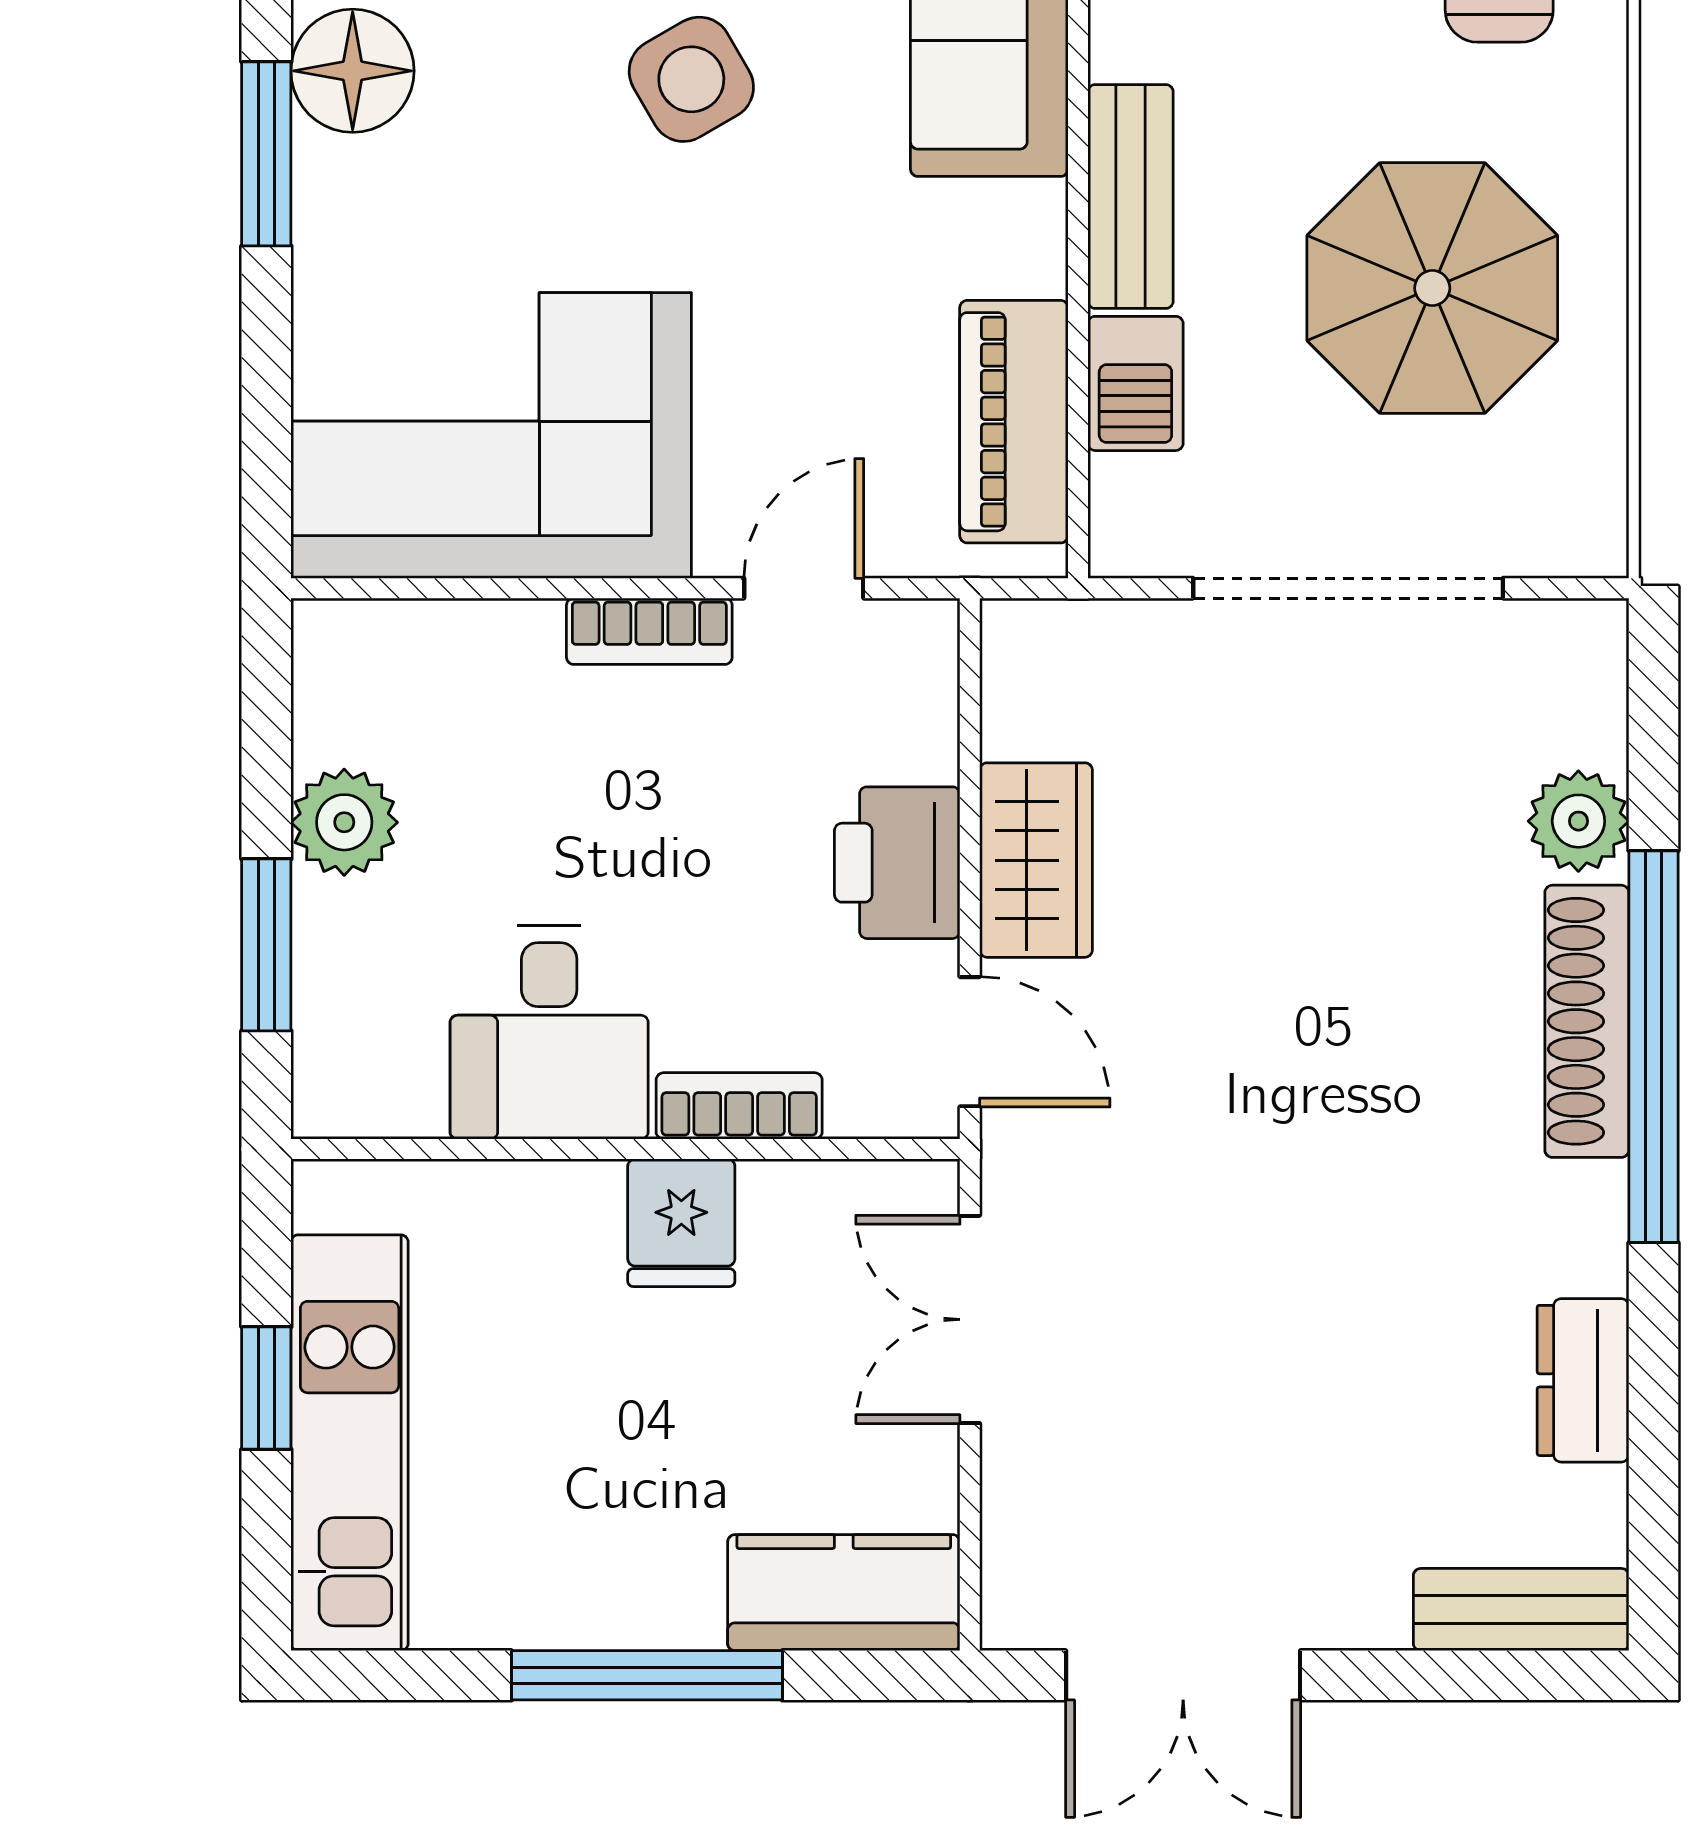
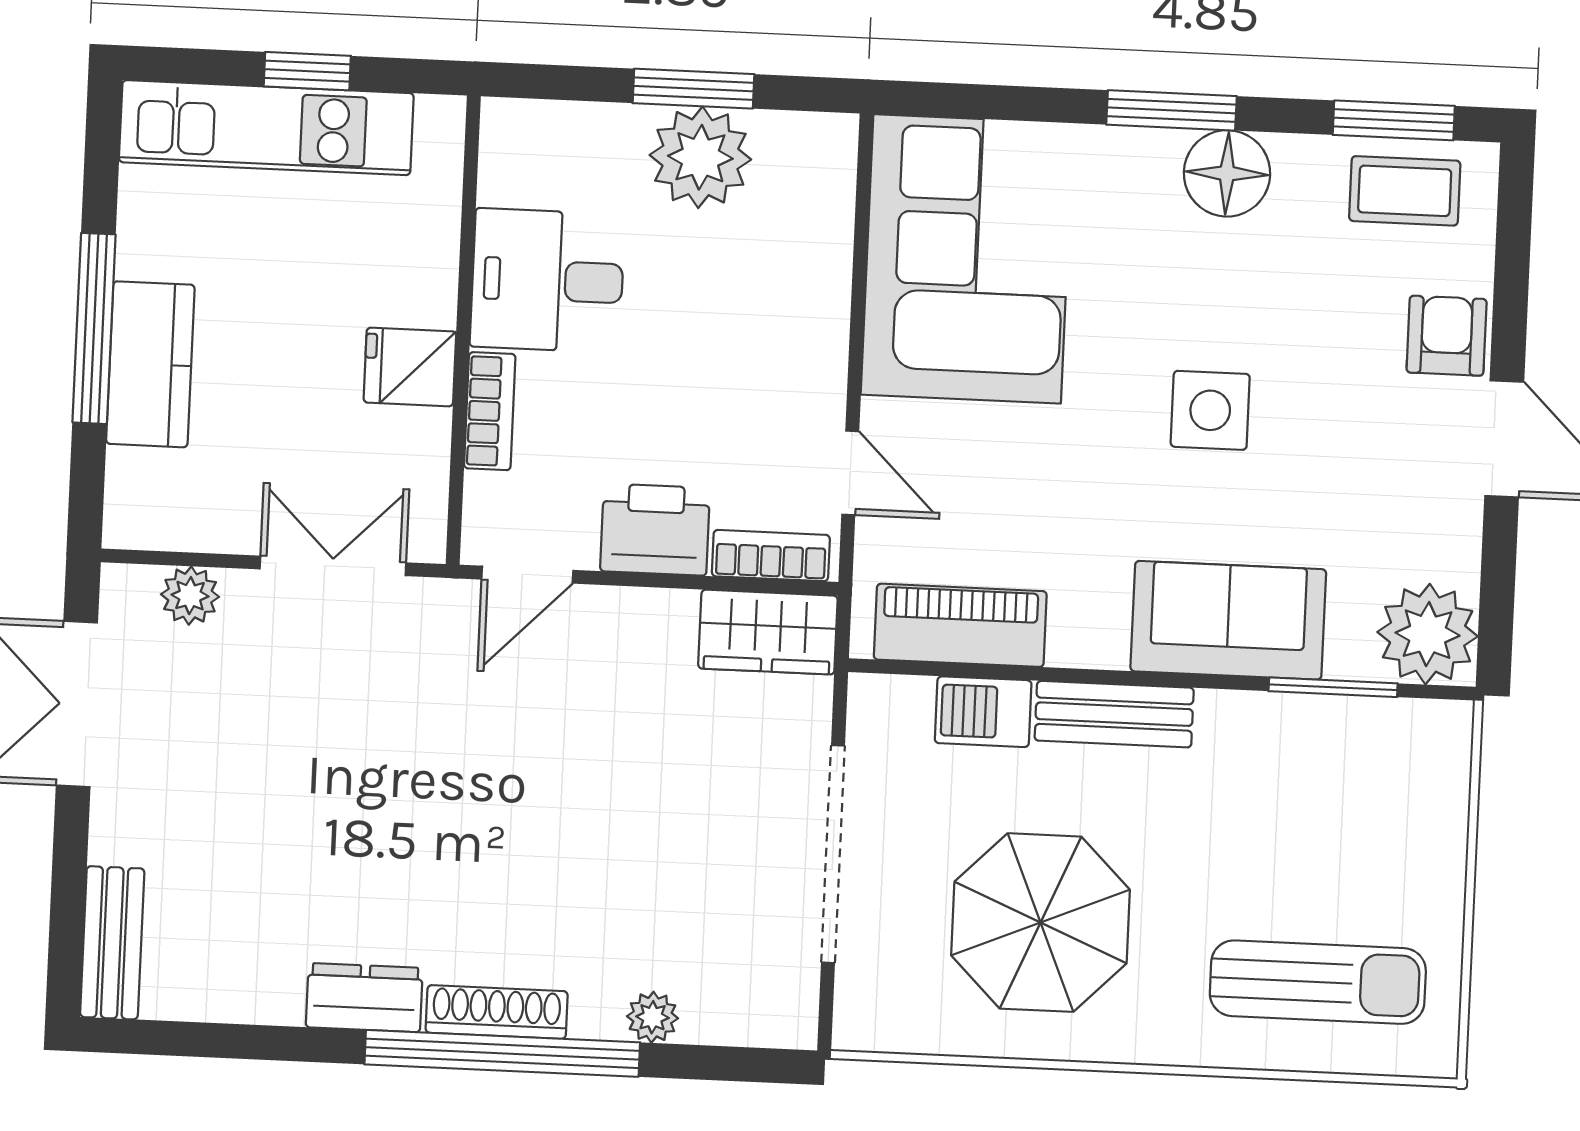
side table: (691, 79) -> (1210, 410), turned 30
bookcase: (649, 631) -> (771, 556), moved, turned 90
plant: (1578, 821) -> (652, 1017), width x0.73, depth x0.73
plant: (344, 822) -> (700, 157), width x1.36, depth x1.36
wardrobe: (1036, 860) -> (768, 632), moved
window: (266, 945) -> (693, 89), moved
shoe rack: (1587, 1021) -> (497, 1012), width x0.74, depth x0.81
dresser: (1583, 1380) -> (364, 998), moved
plant: (1021, 1521) -> (190, 596), added
kitchen counter: (844, 1593) -> (150, 364), moved

